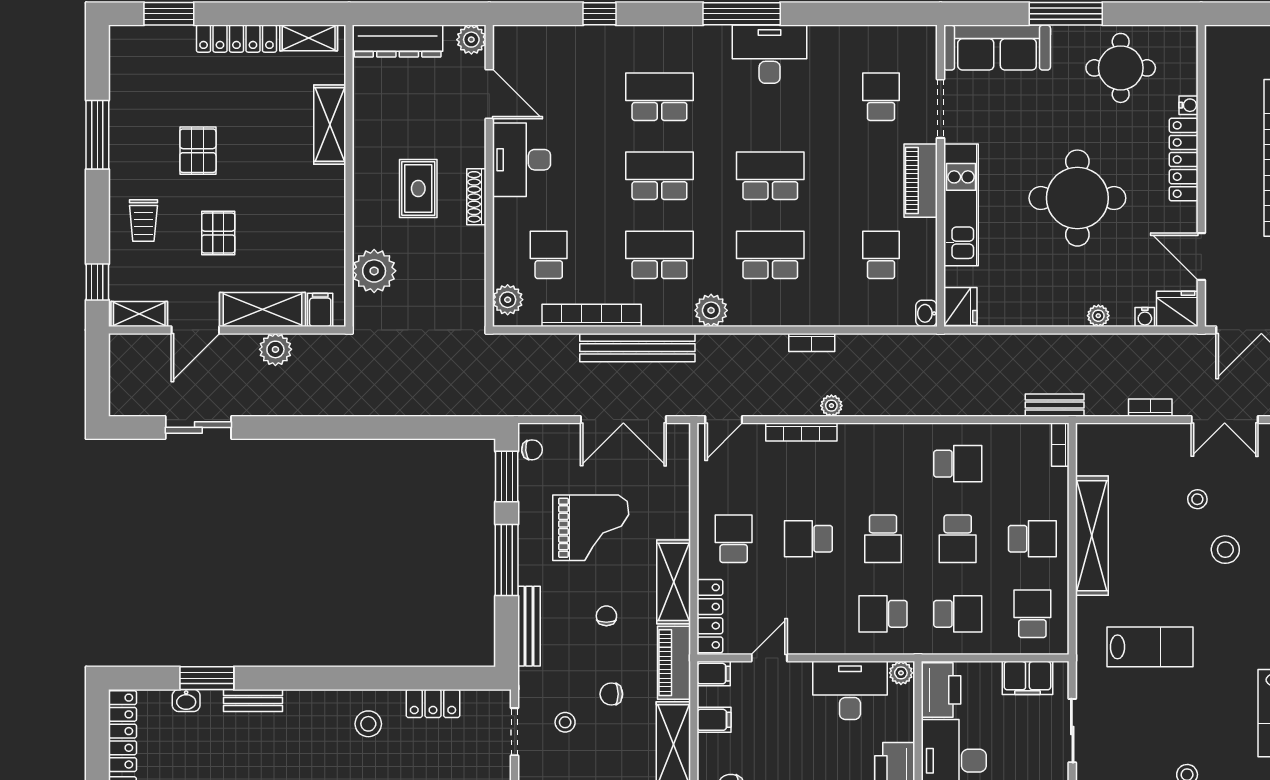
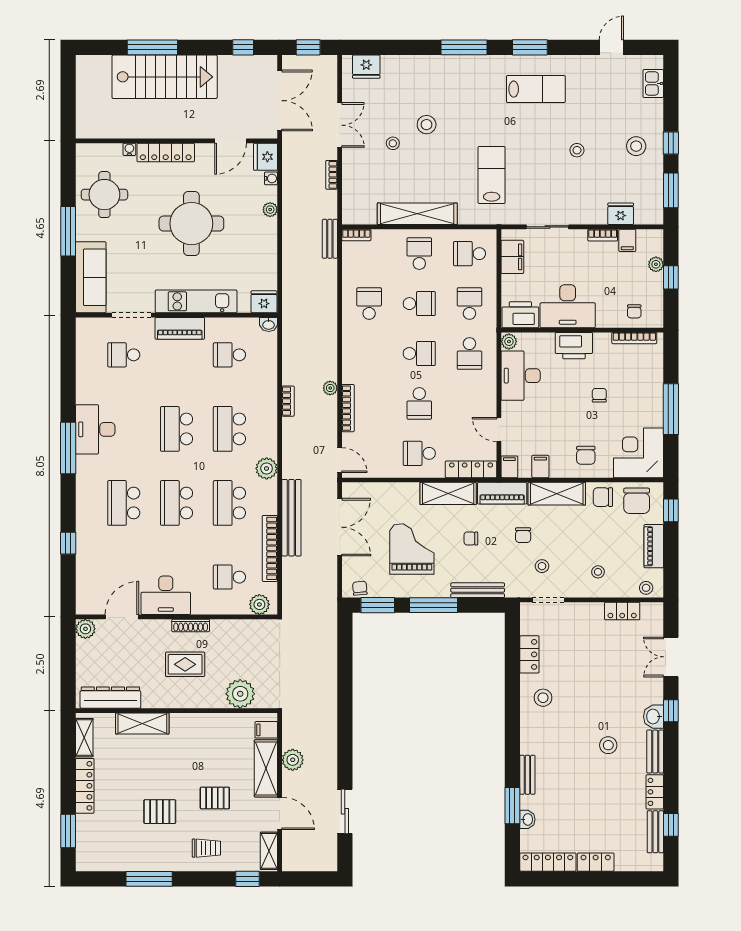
dresser: (398, 41) -> (110, 698), moved, turned -90

